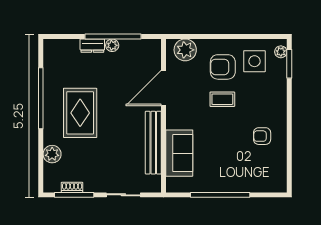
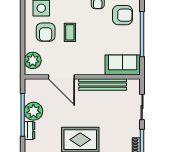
plant: (112, 45) -> (33, 111), width x1.88, depth x1.88
sofa: (179, 153) -> (123, 65), moved
armchair: (245, 169) -> (122, 15), added

